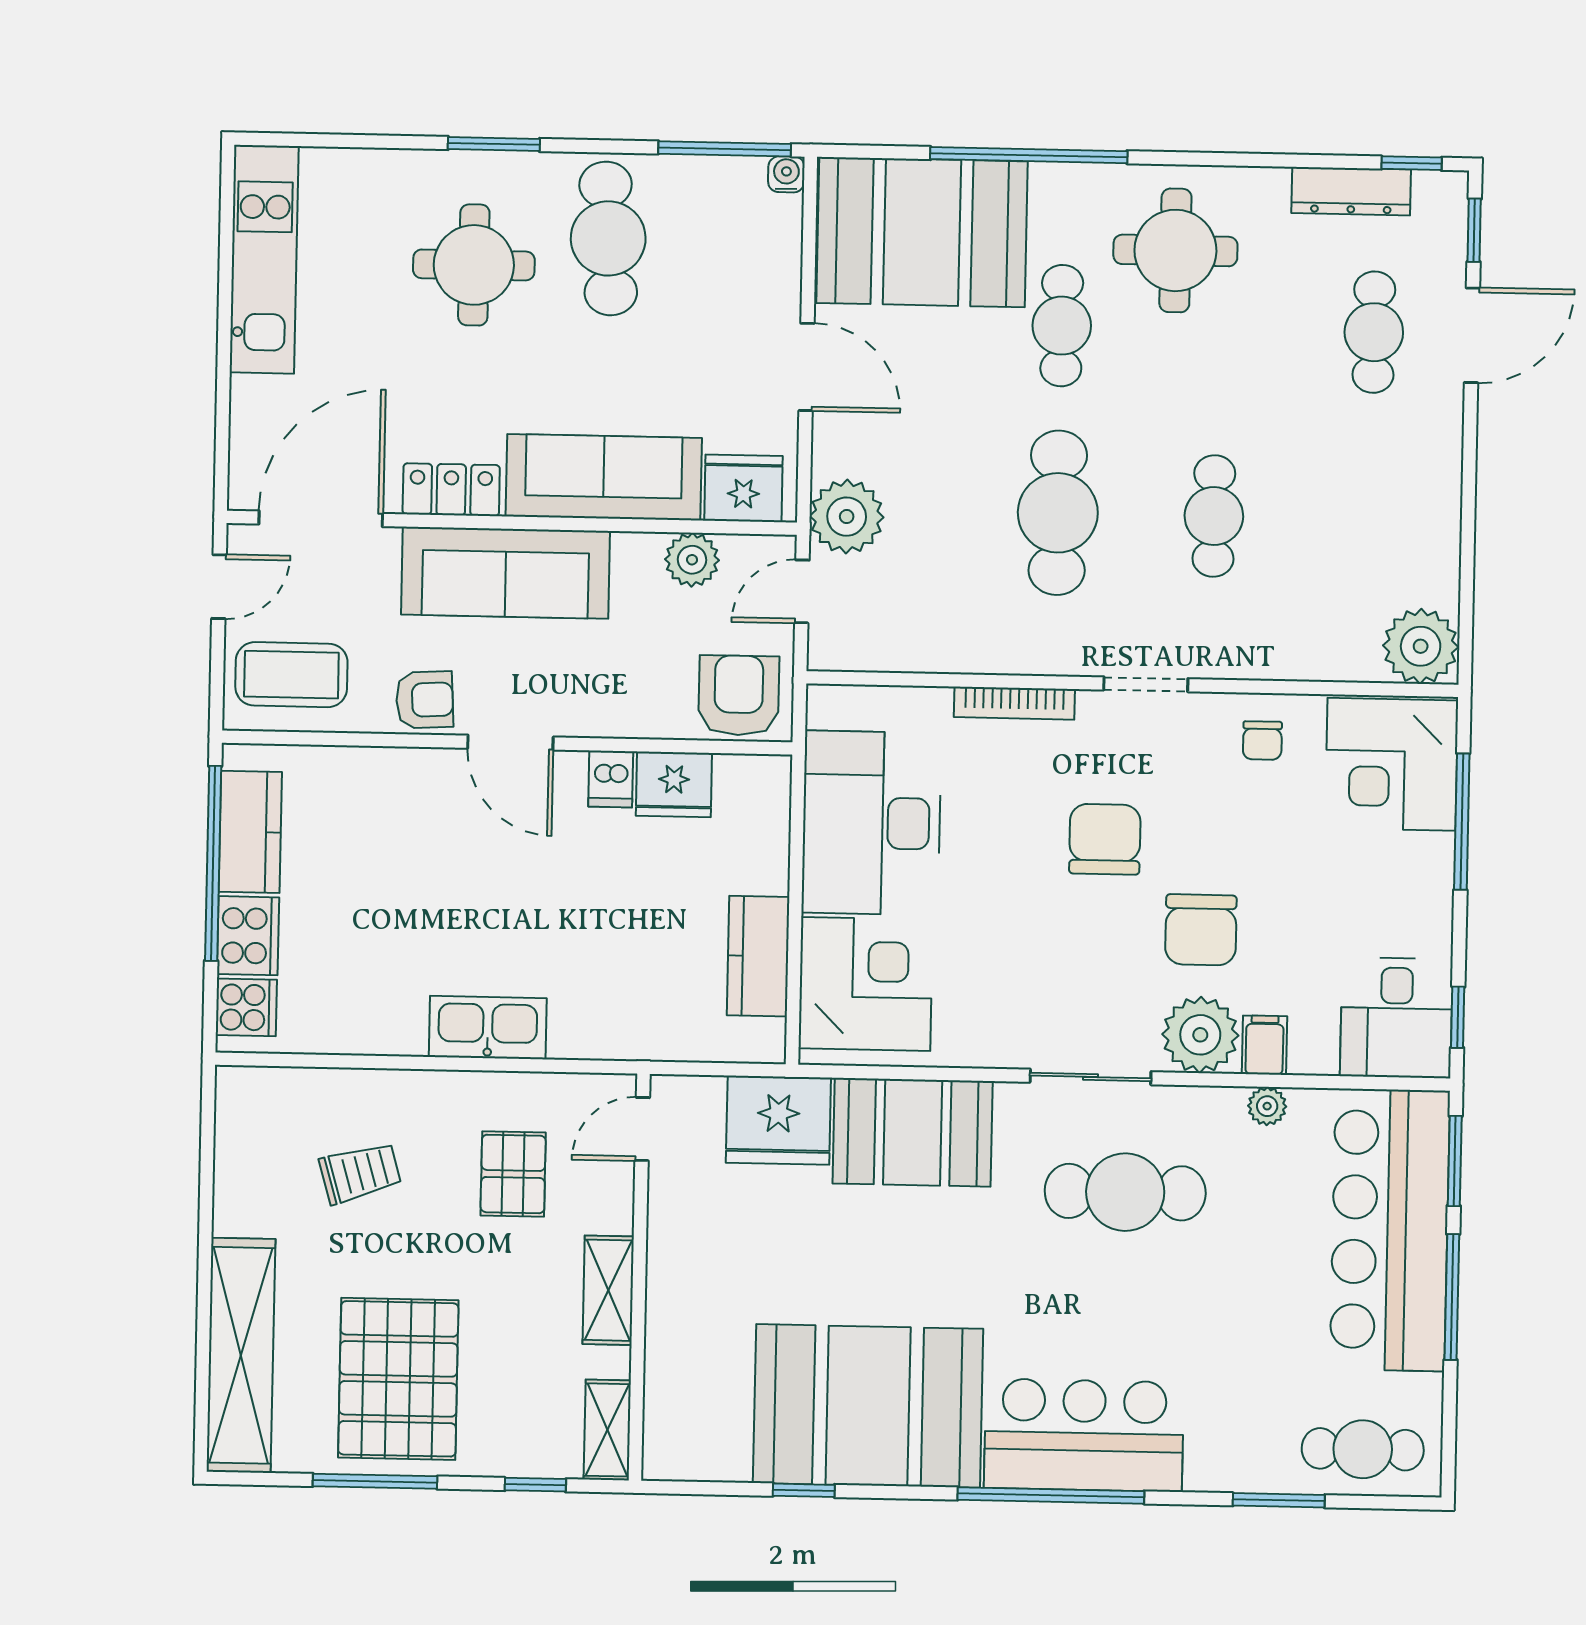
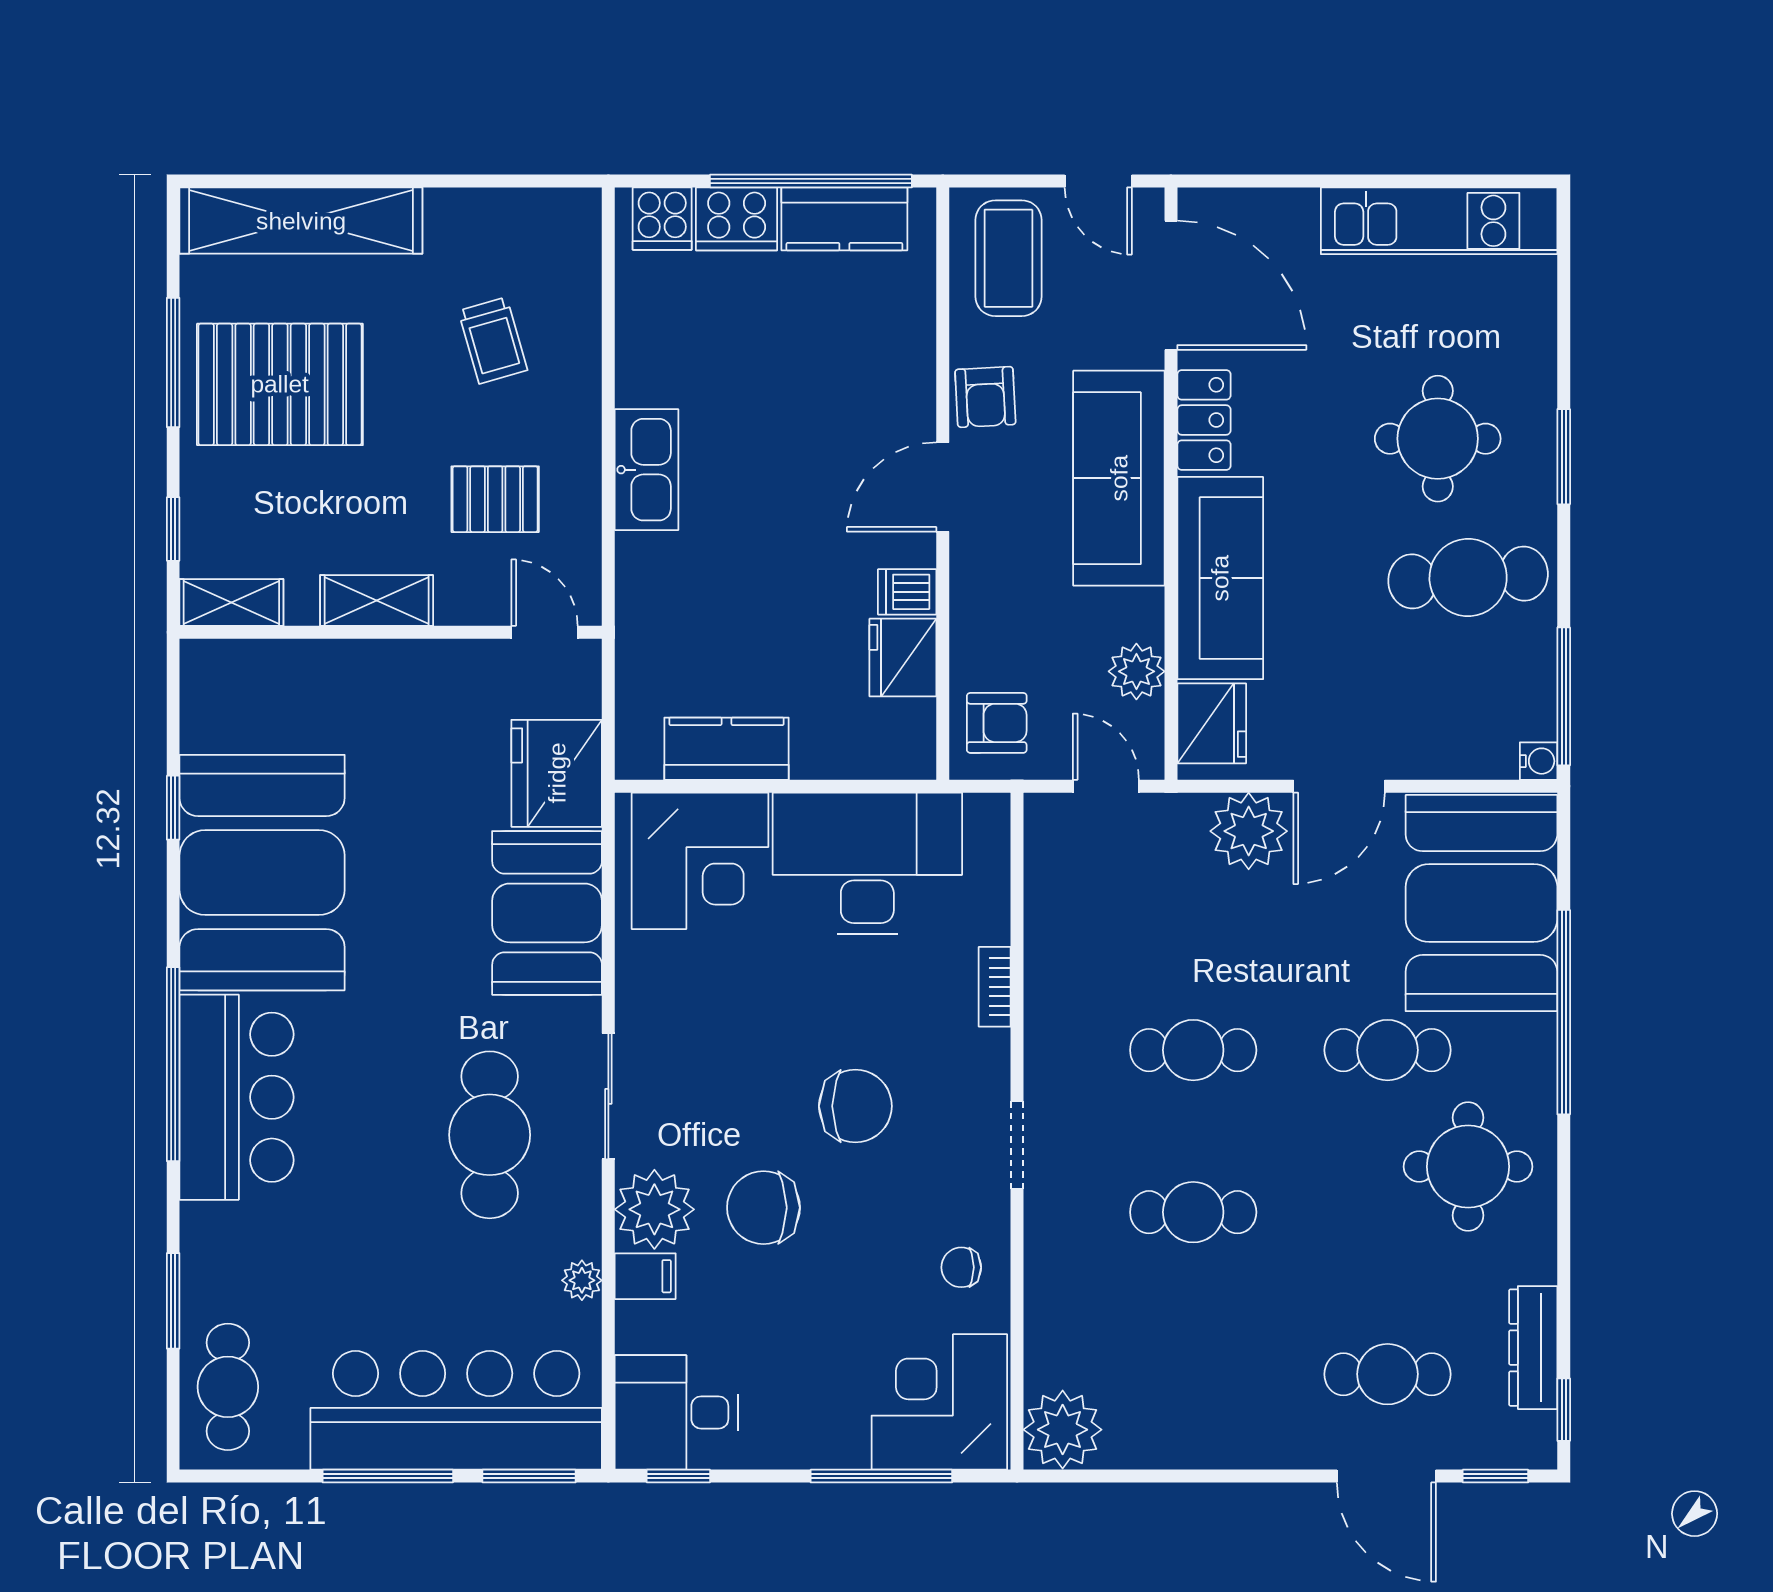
cafe table: (1058, 513) -> (1193, 1050), width x0.73, depth x0.74
plant: (847, 517) -> (1249, 831), moved
armchair: (739, 695) -> (997, 723), width x0.72, depth x0.72
bookcase: (1014, 703) -> (995, 987), width x0.64

